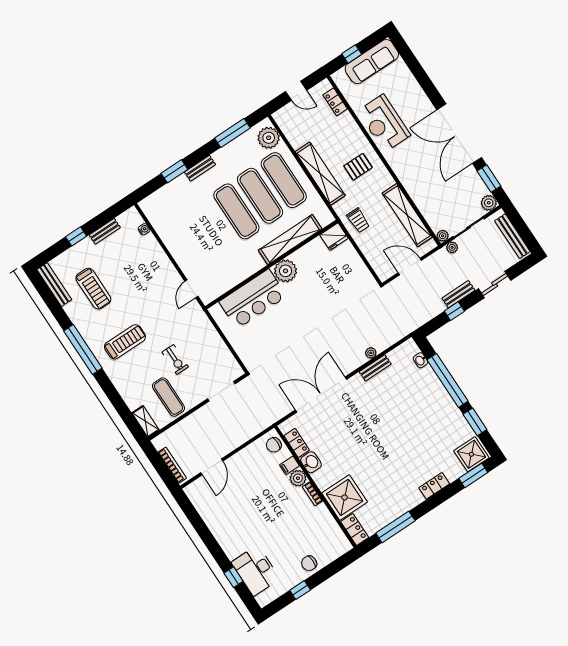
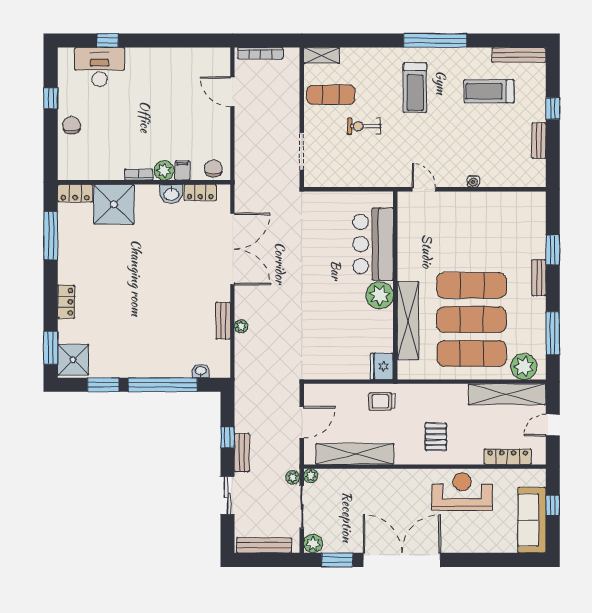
locker: (335, 102) -> (508, 457), width x1.53
shelving: (320, 174) -> (507, 394), moved
water cooler: (144, 229) -> (473, 181), moved

